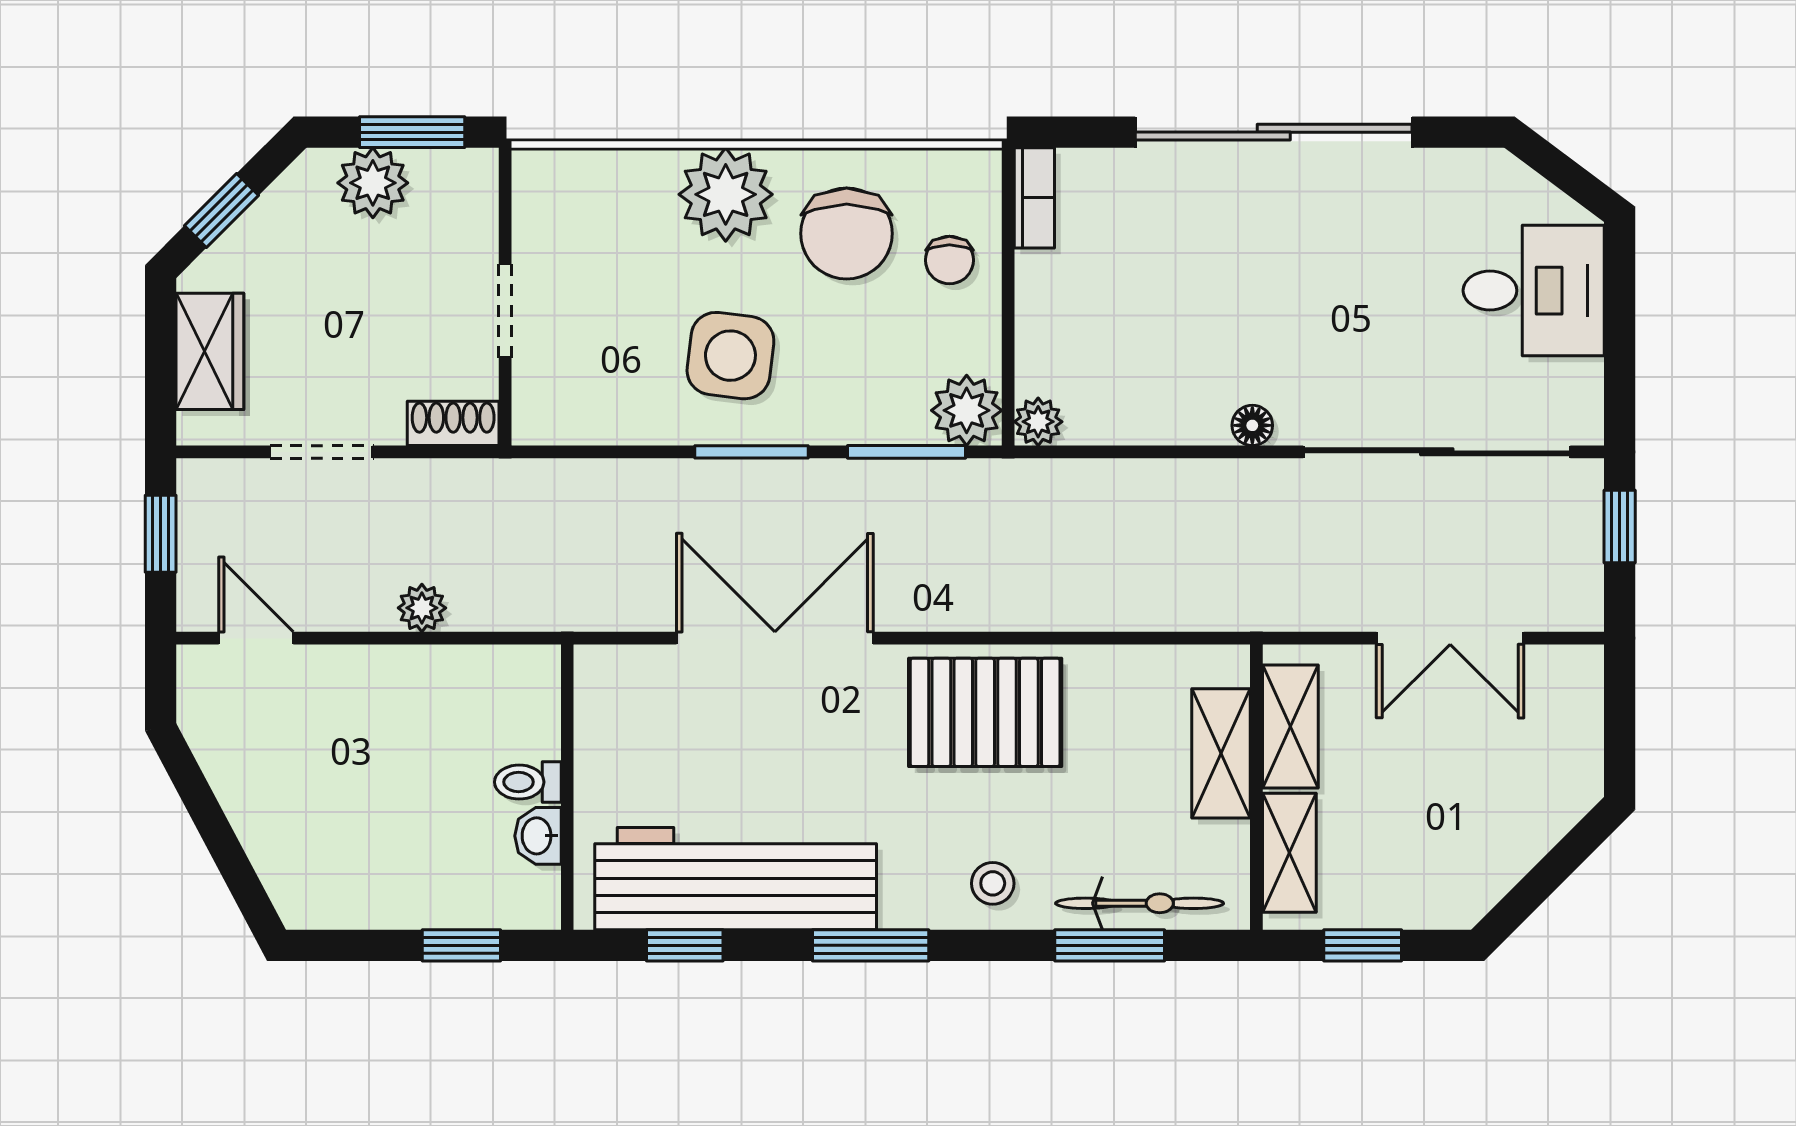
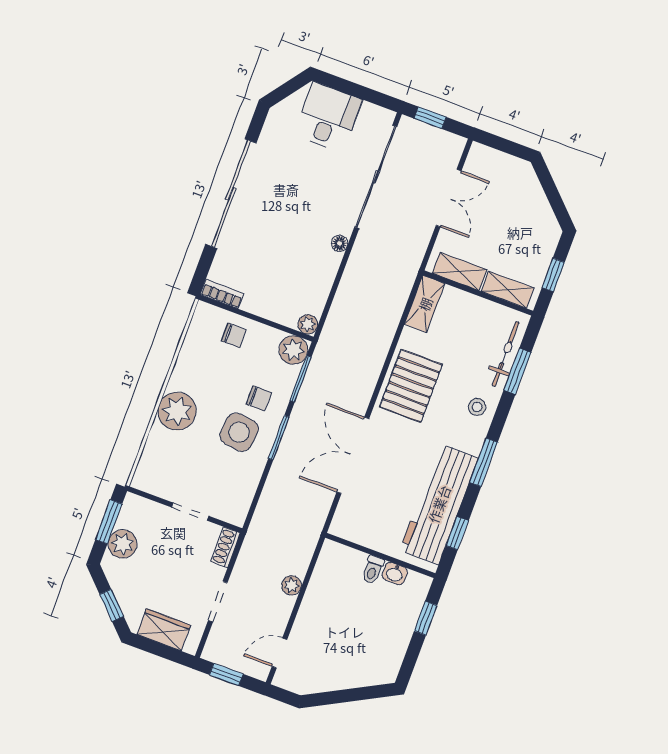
chair: (847, 233) -> (259, 398), moved, width x0.54, depth x0.54
shelving: (1221, 753) -> (425, 304), moved, turned 90

